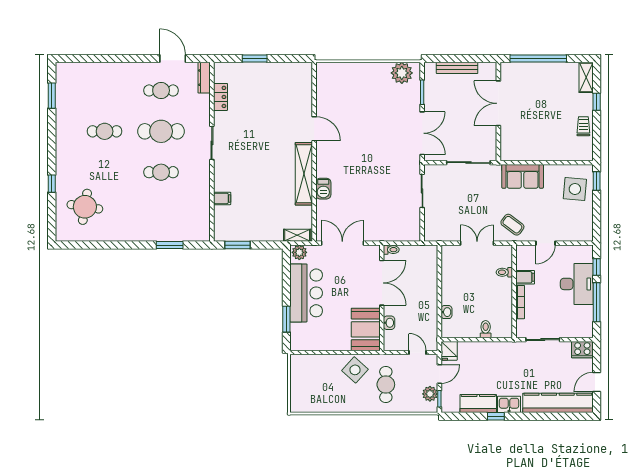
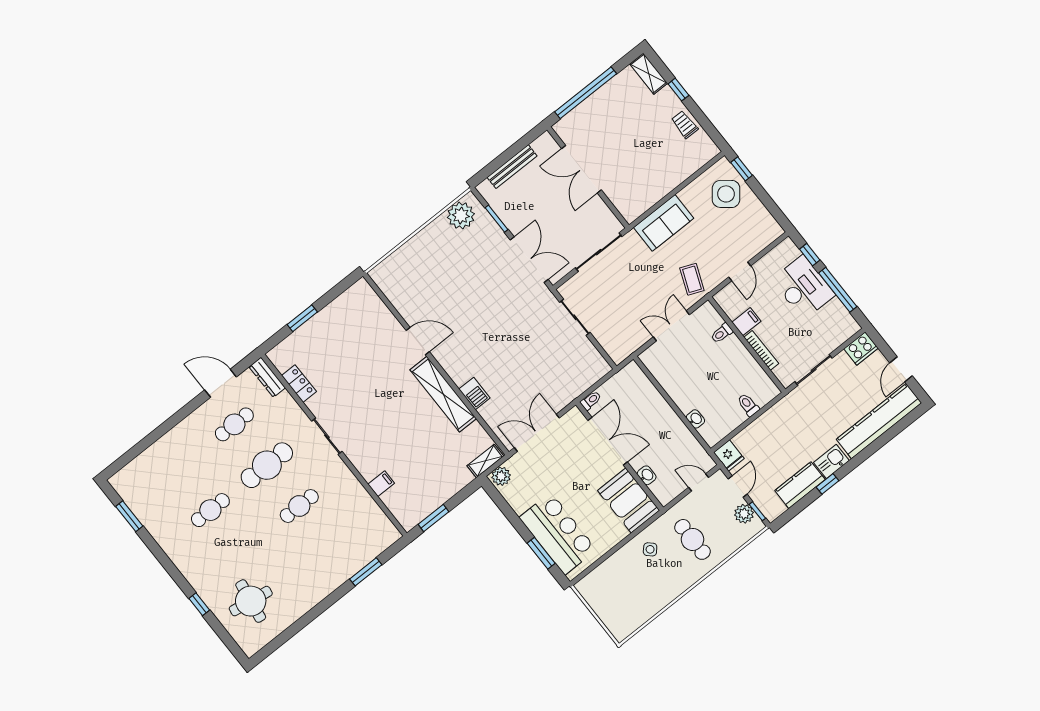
side table: (575, 189) -> (726, 194), turned 34
coffee table: (512, 225) -> (692, 279), turned 75
bar counter: (306, 293) -> (558, 534), moved
side table: (355, 370) -> (650, 549), width x0.54, depth x0.54

